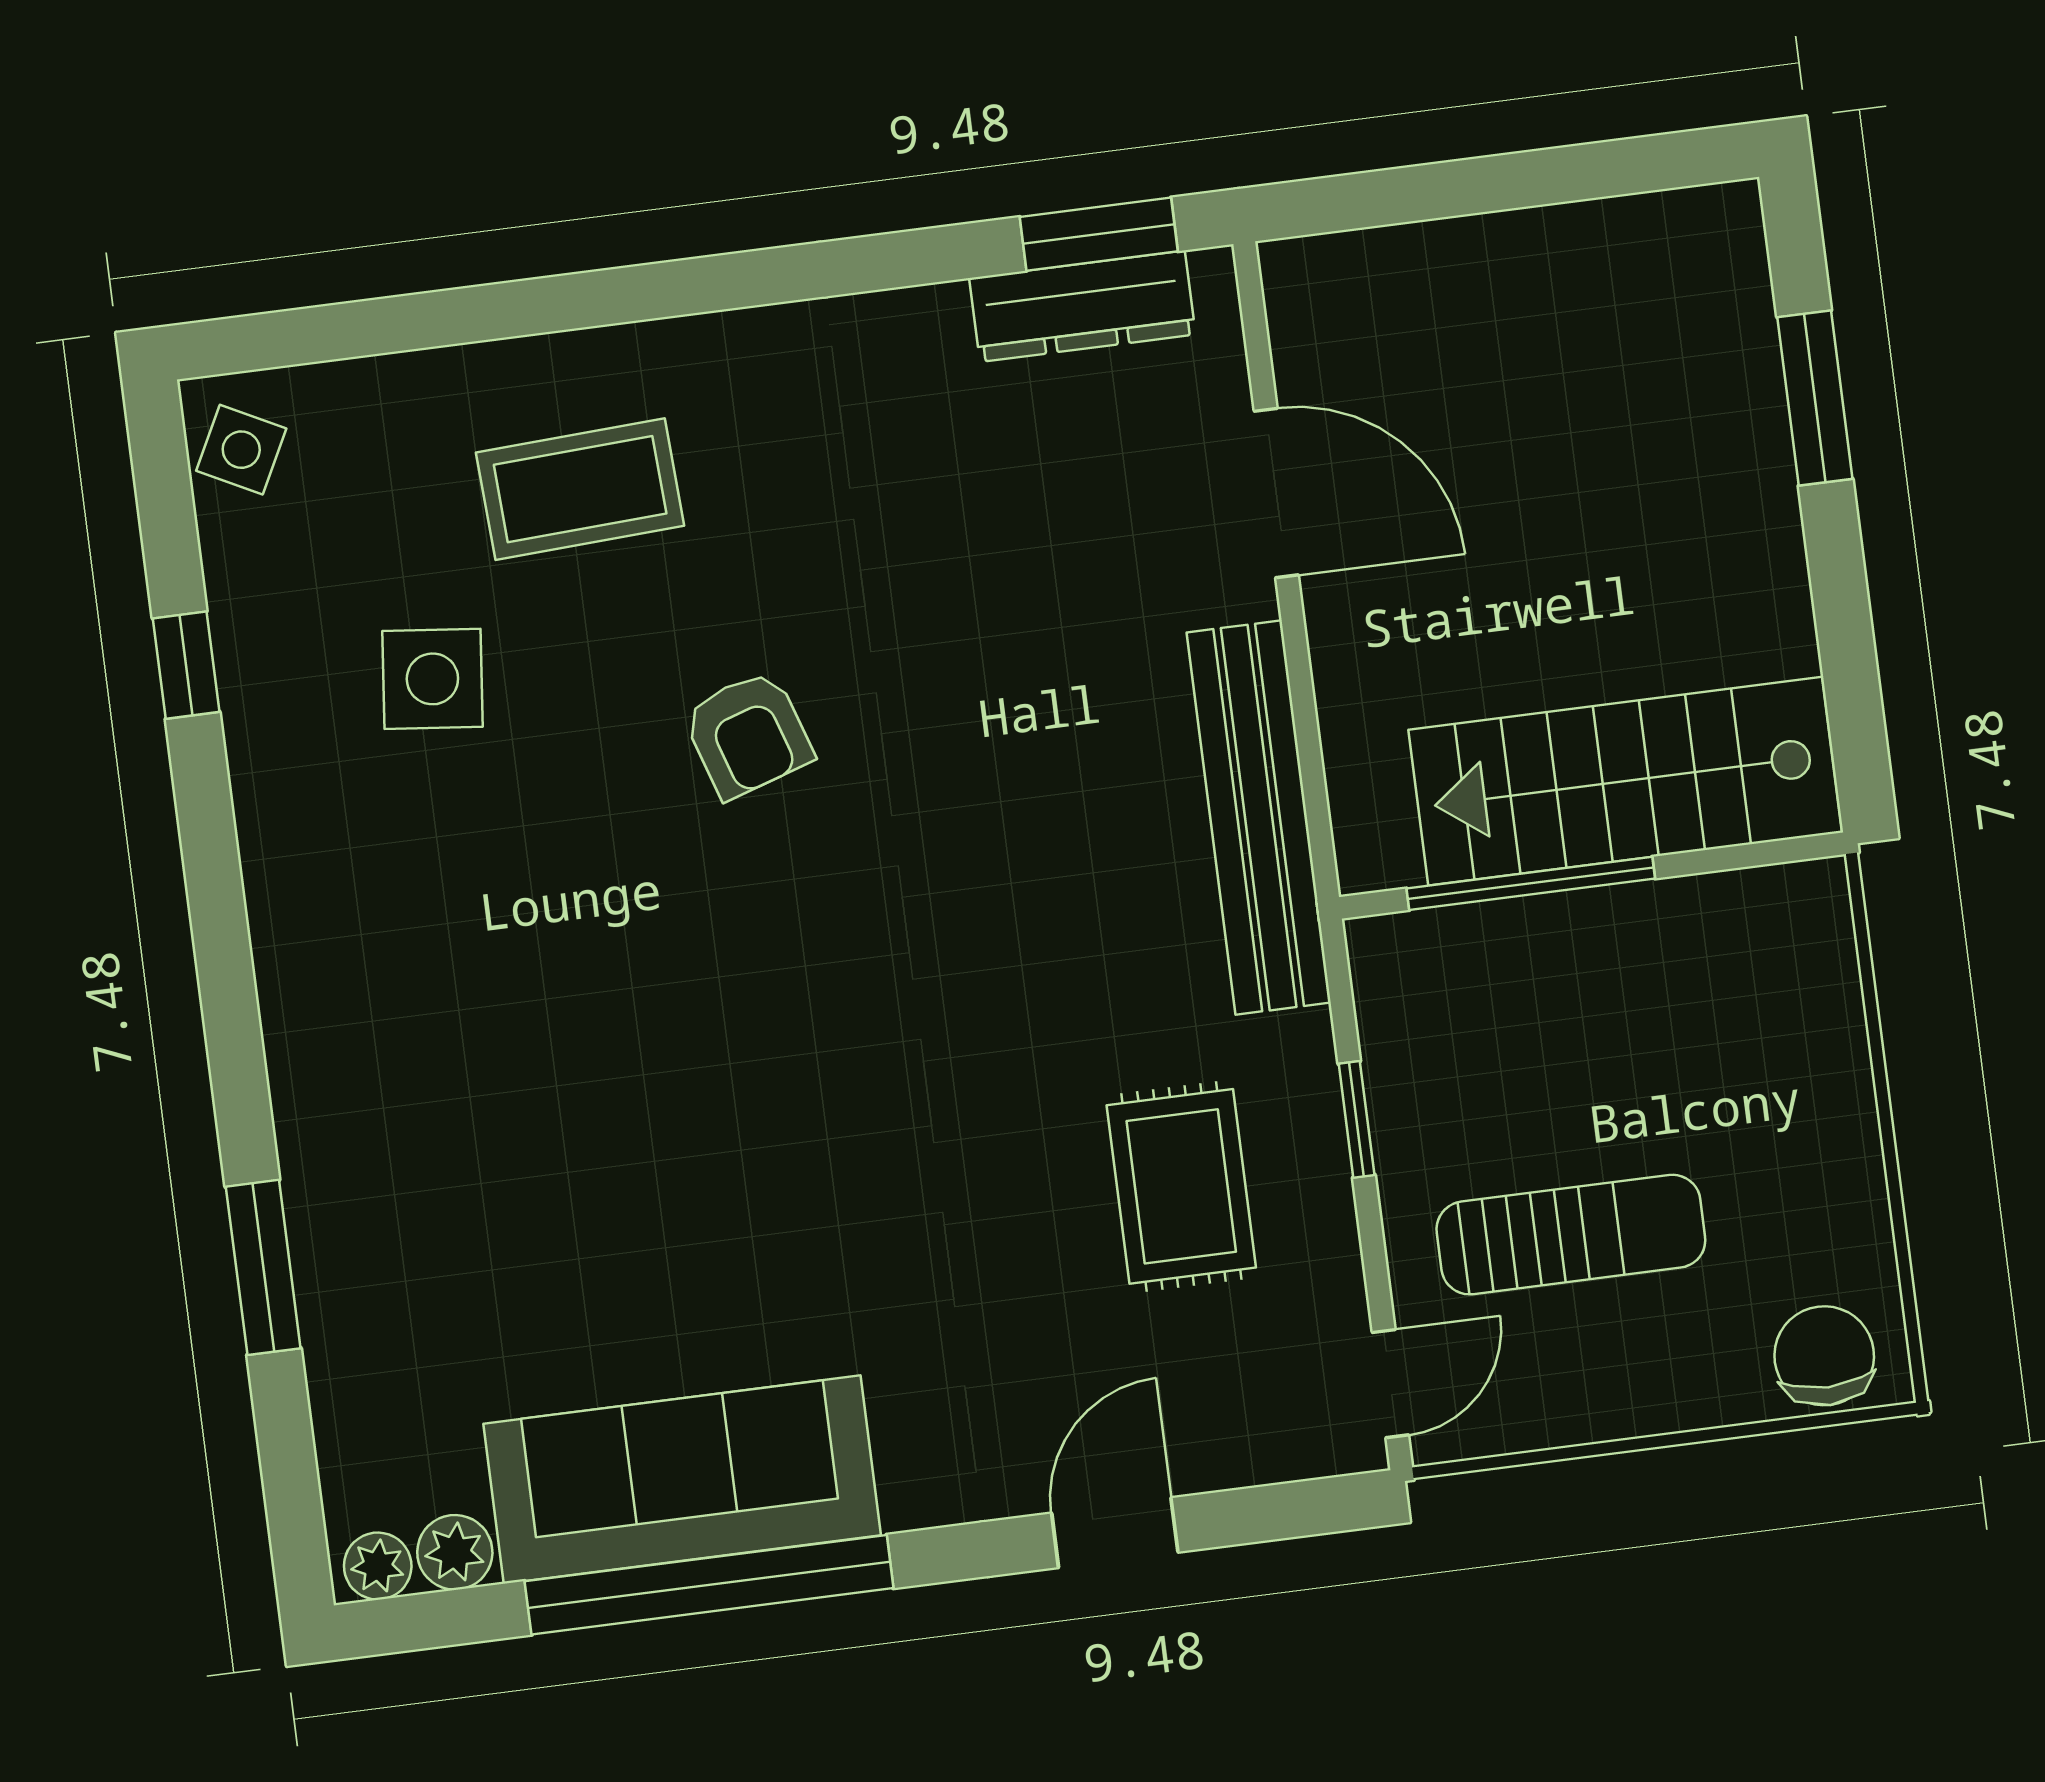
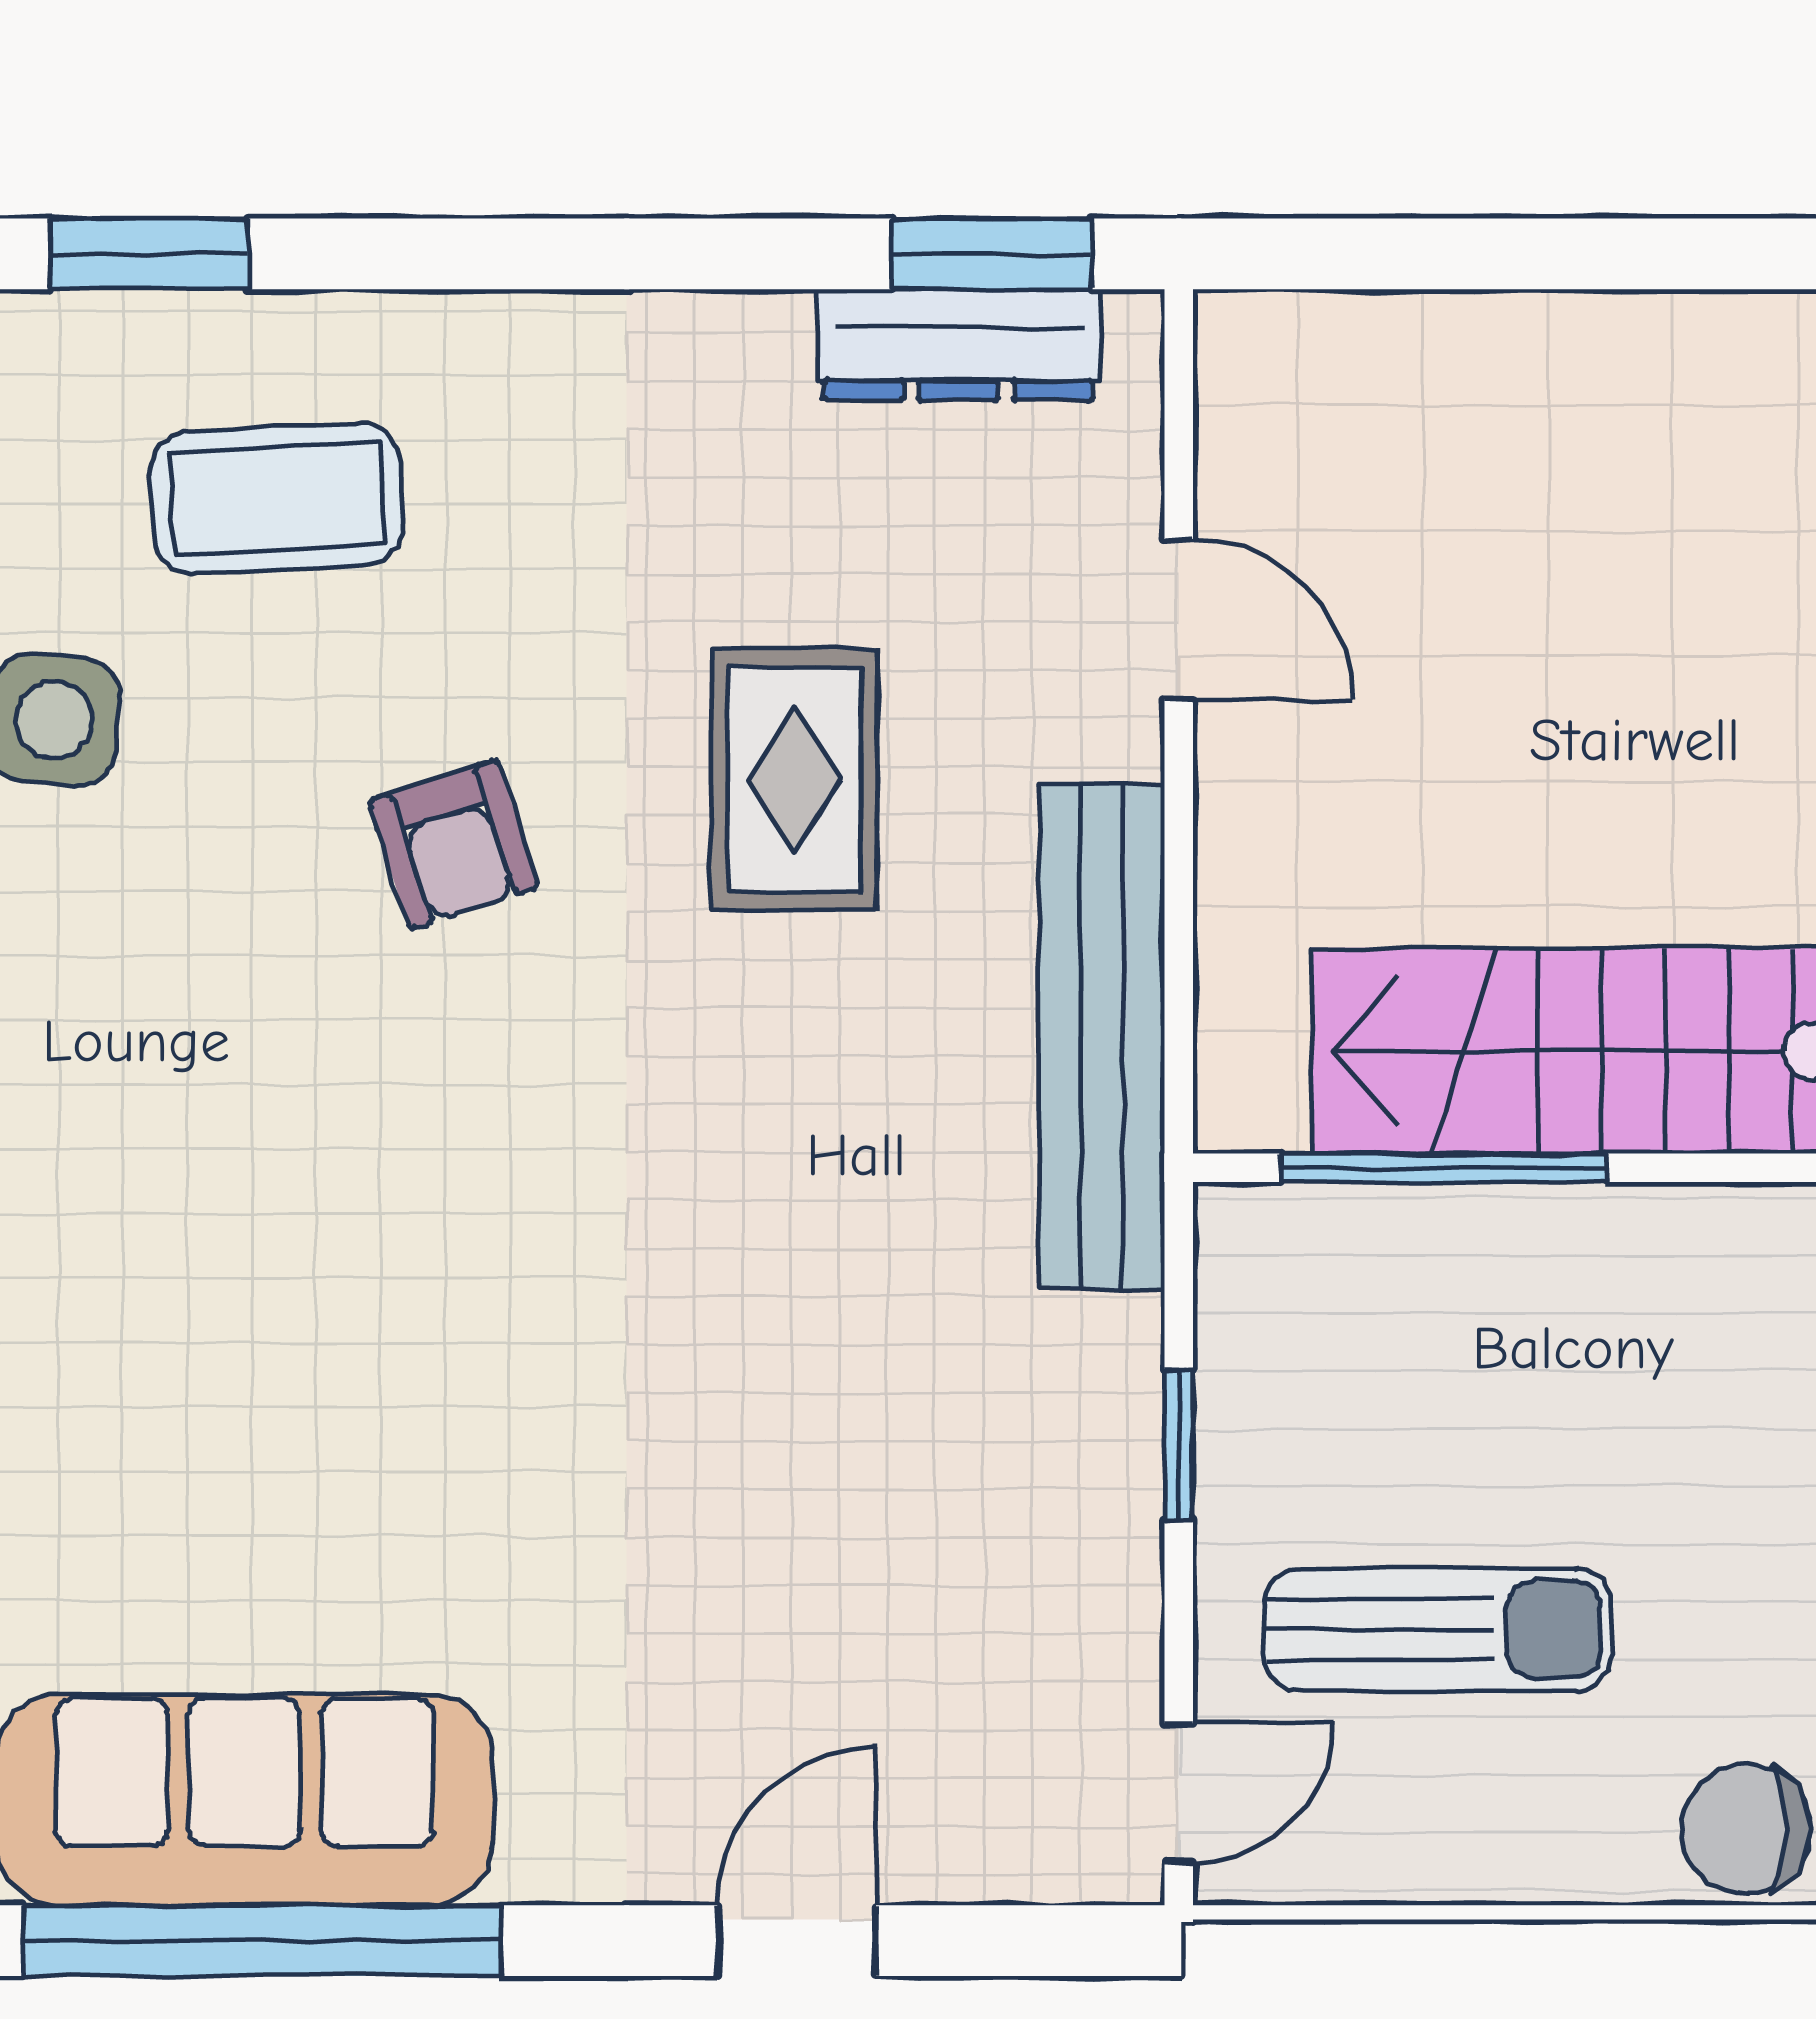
window: (460, 316) -> (149, 254), added
door: (1276, 493) -> (1179, 619), width x0.73
rug: (1181, 1186) -> (794, 779), moved
chair: (1824, 1356) -> (1746, 1829), turned -90

